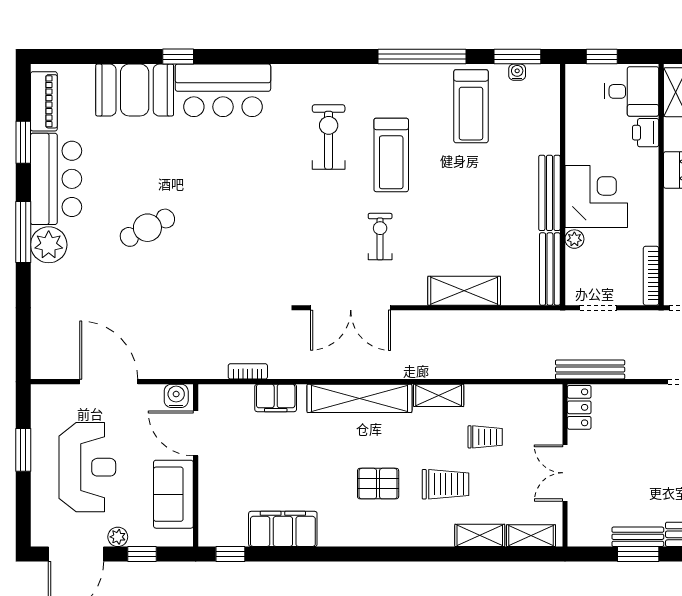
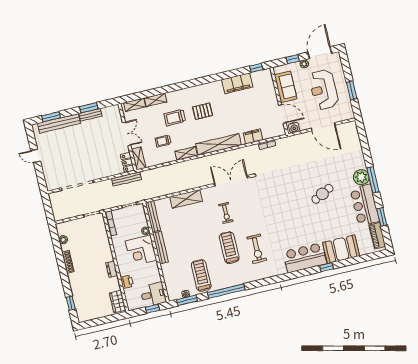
desk: (632, 91) -> (153, 294), moved, turned 180
shelving: (551, 410) -> (139, 158), added

